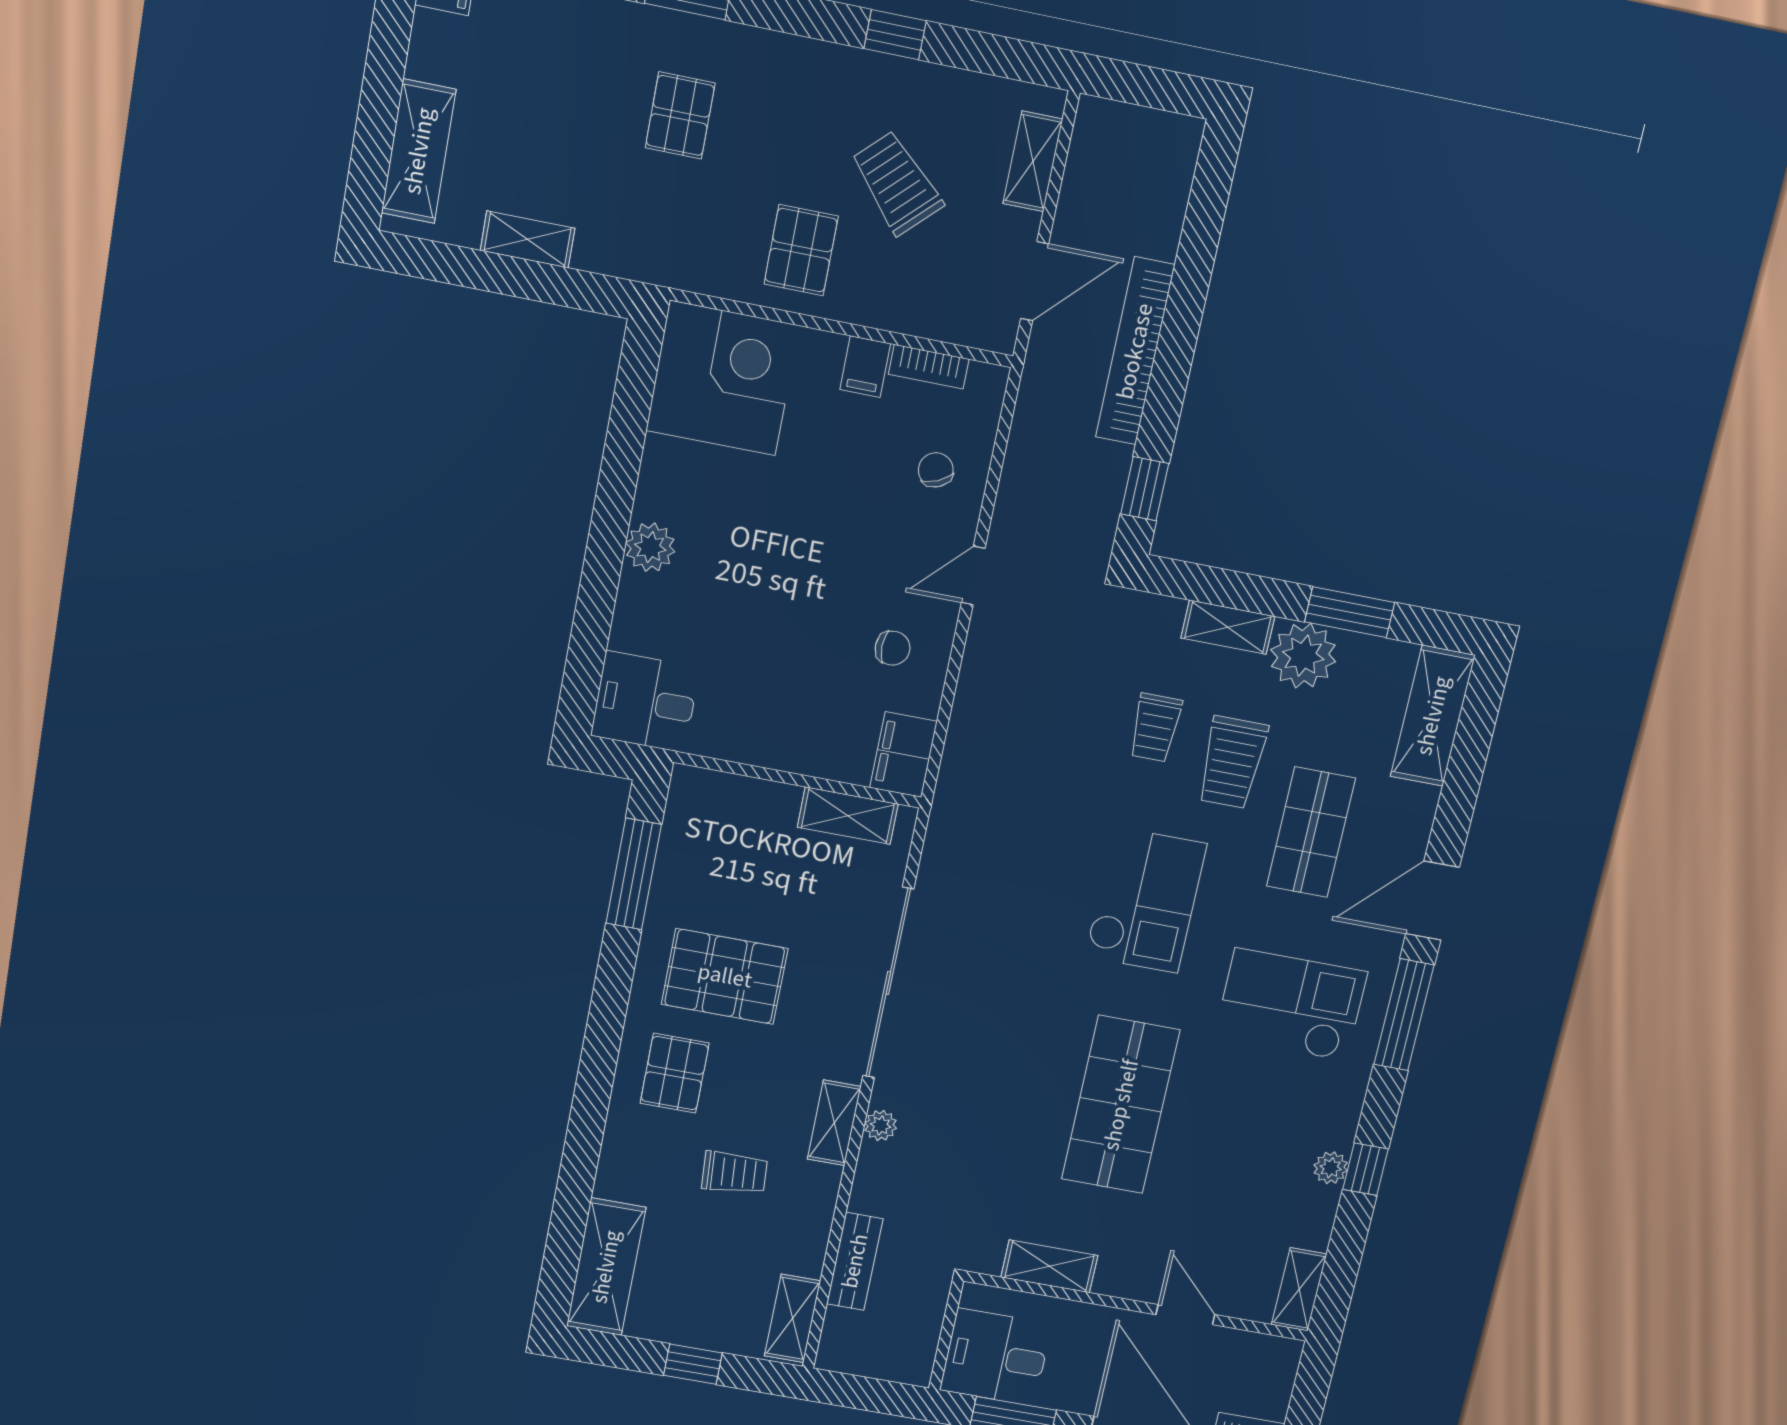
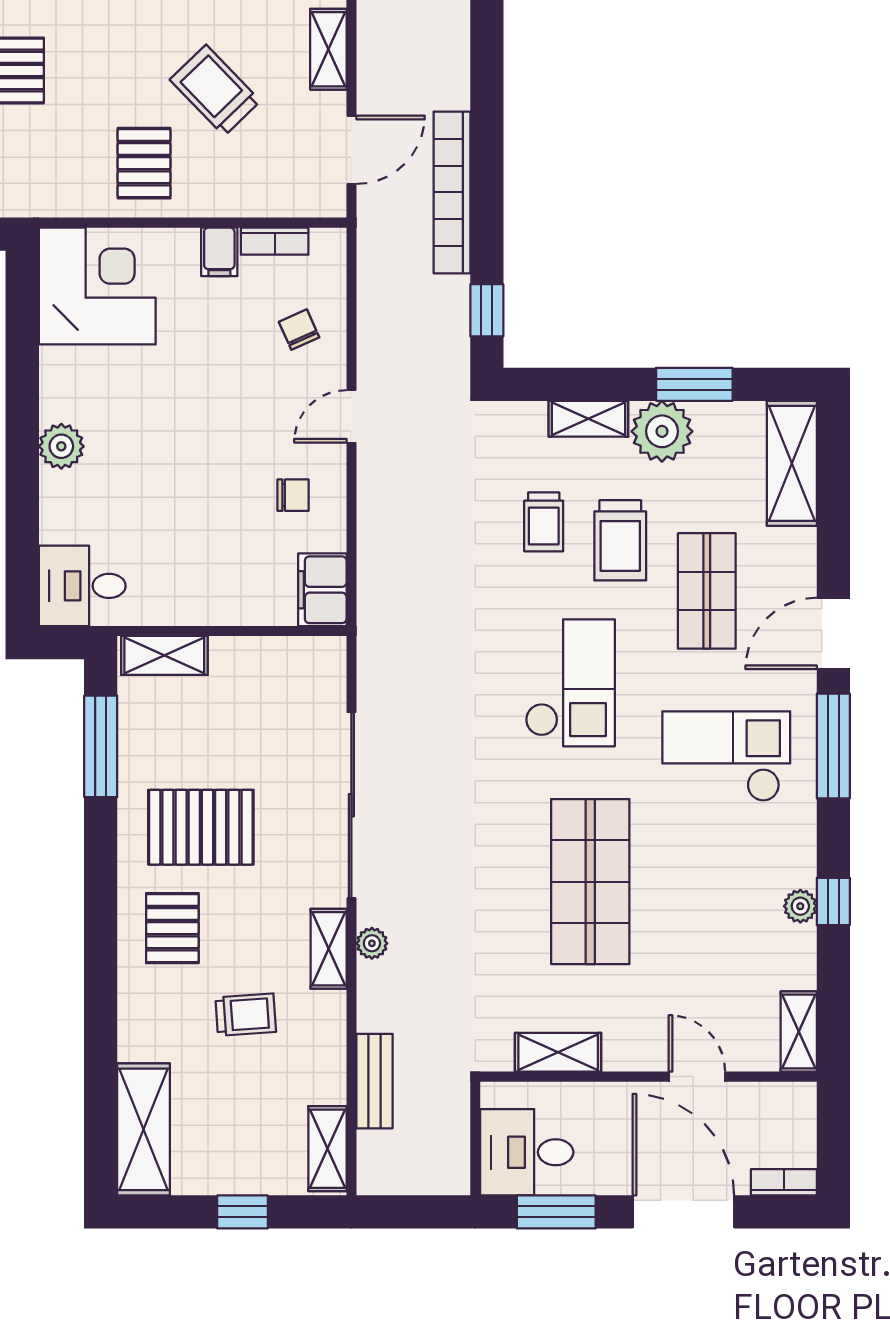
shelving: (848, 816) -> (164, 655), moved

